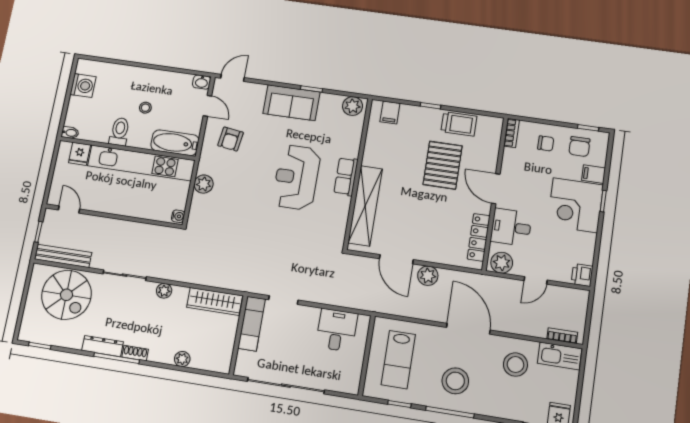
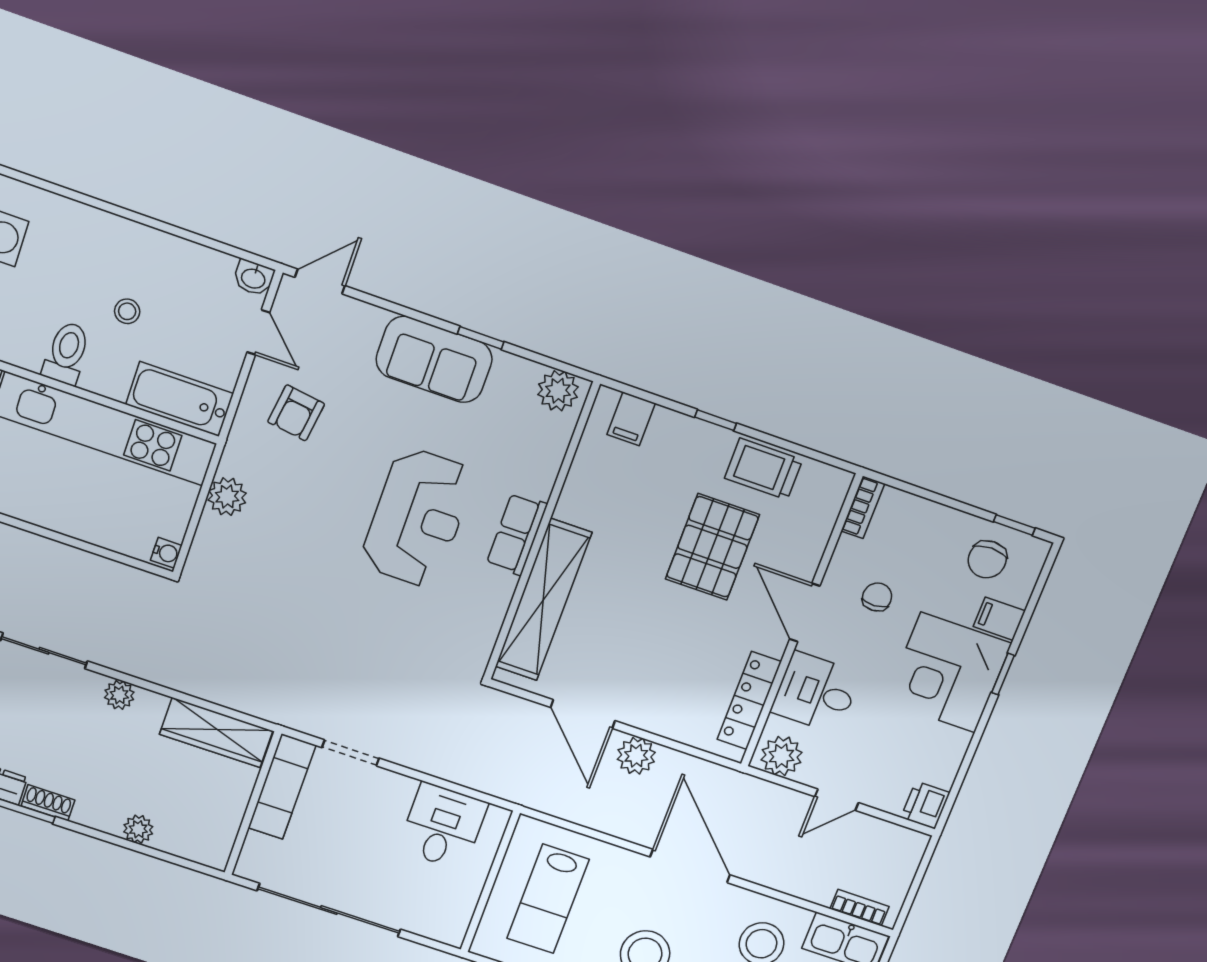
trolley: (459, 124) -> (764, 469), turned 180
chair: (546, 143) -> (877, 597), moved, turned -93
reception desk: (296, 177) -> (417, 518), turned 180

